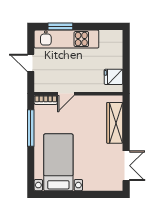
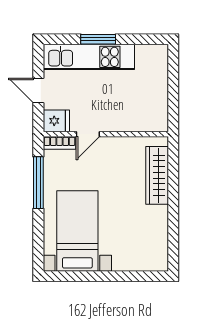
window: (60, 26) -> (98, 39), moved
fridge: (114, 77) -> (56, 121), moved, turned 180
double door: (126, 166) -> (173, 236), removed

